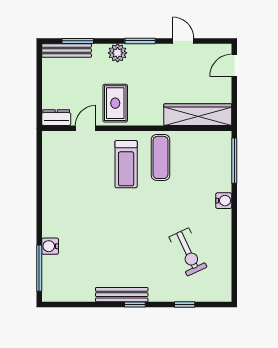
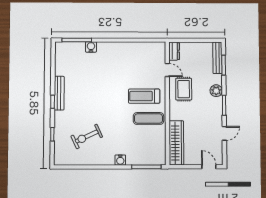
rug: (115, 103) -> (184, 89), turned 90

